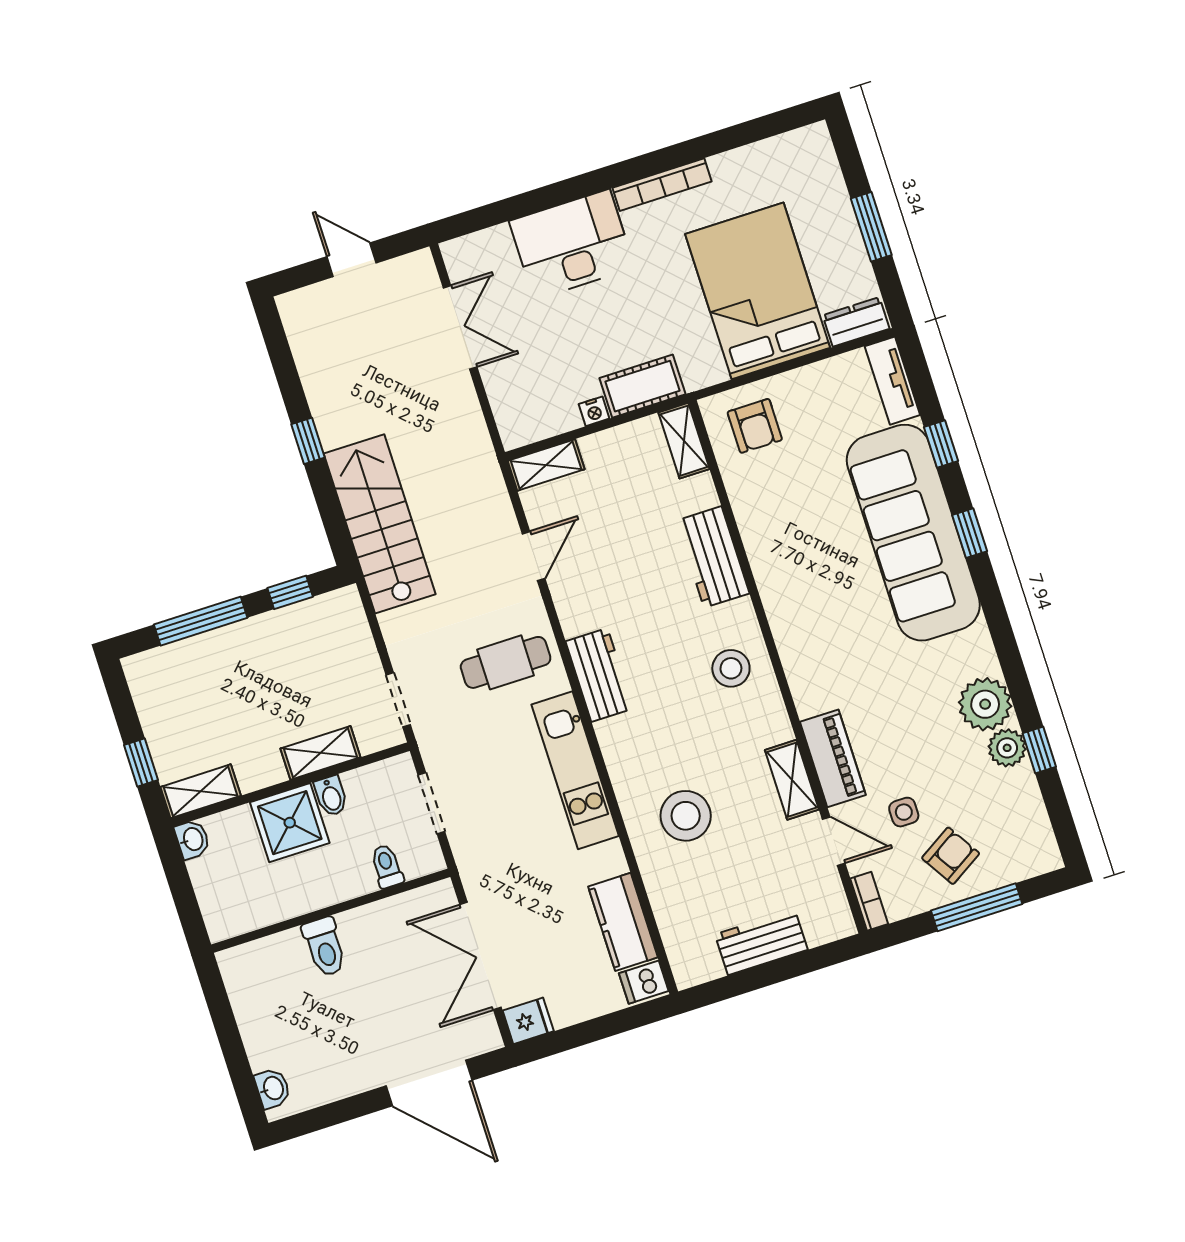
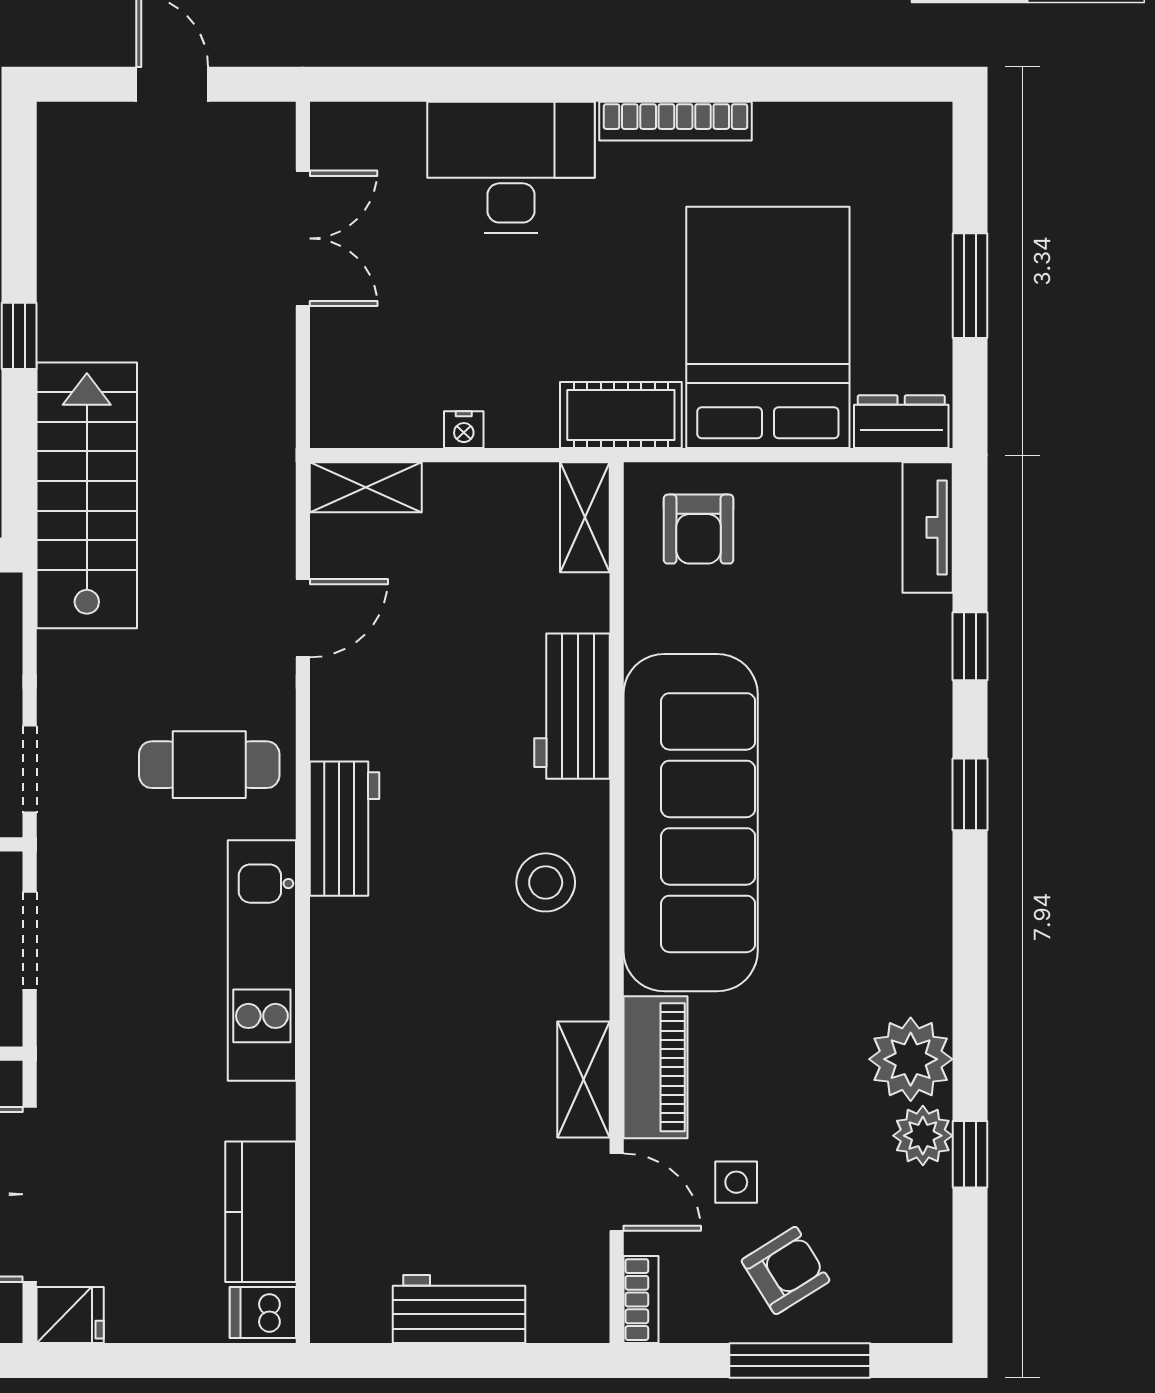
cot: (642, 386) -> (621, 415), moved
sofa: (913, 533) -> (691, 823), moved, turned 180
stool: (686, 816) -> (406, 1082), removed

